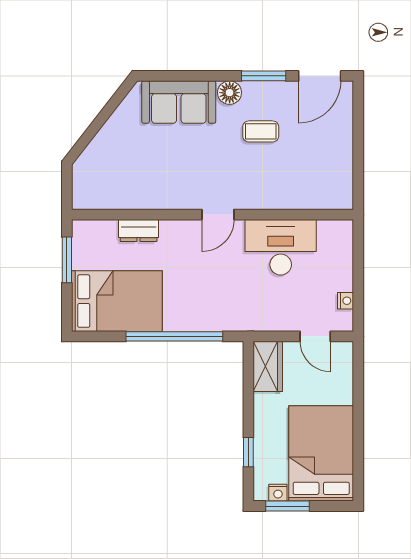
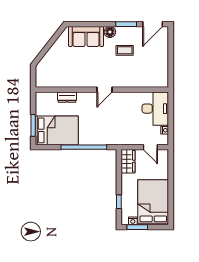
desk: (281, 247) -> (155, 109), moved, turned 90
window: (67, 260) -> (33, 125), moved

